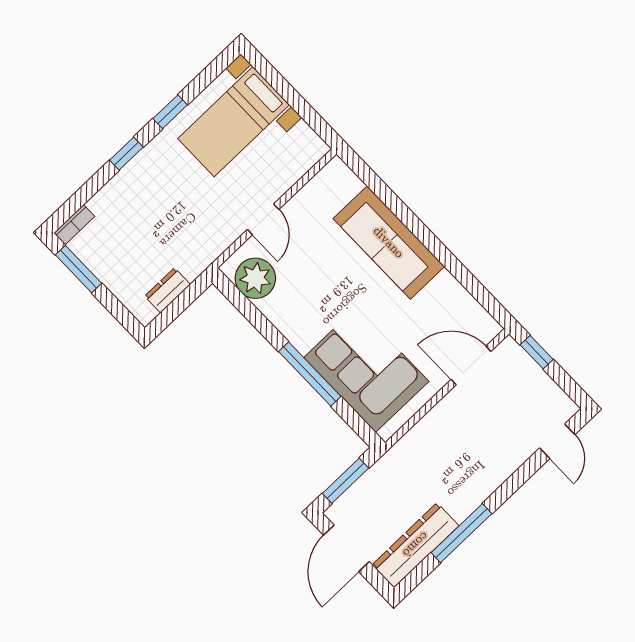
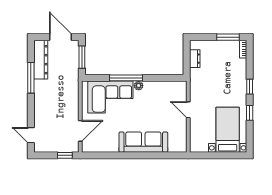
plant: (255, 278) -> (139, 86), moved, width x0.53, depth x0.53

